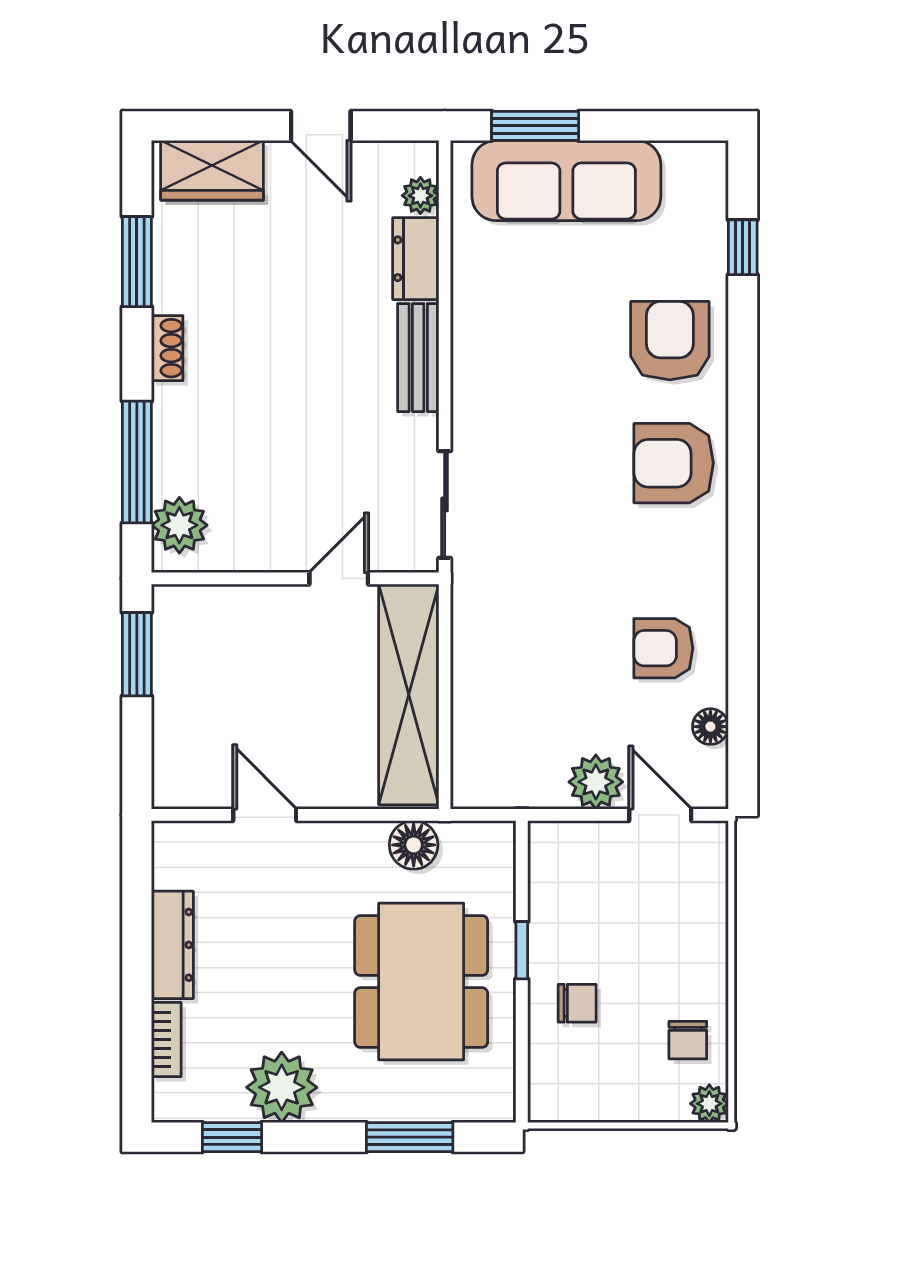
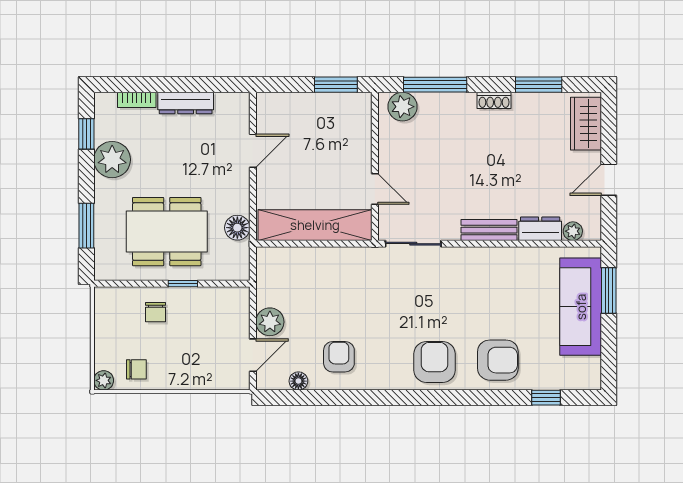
chair: (688, 1040) -> (136, 369), turned 180

